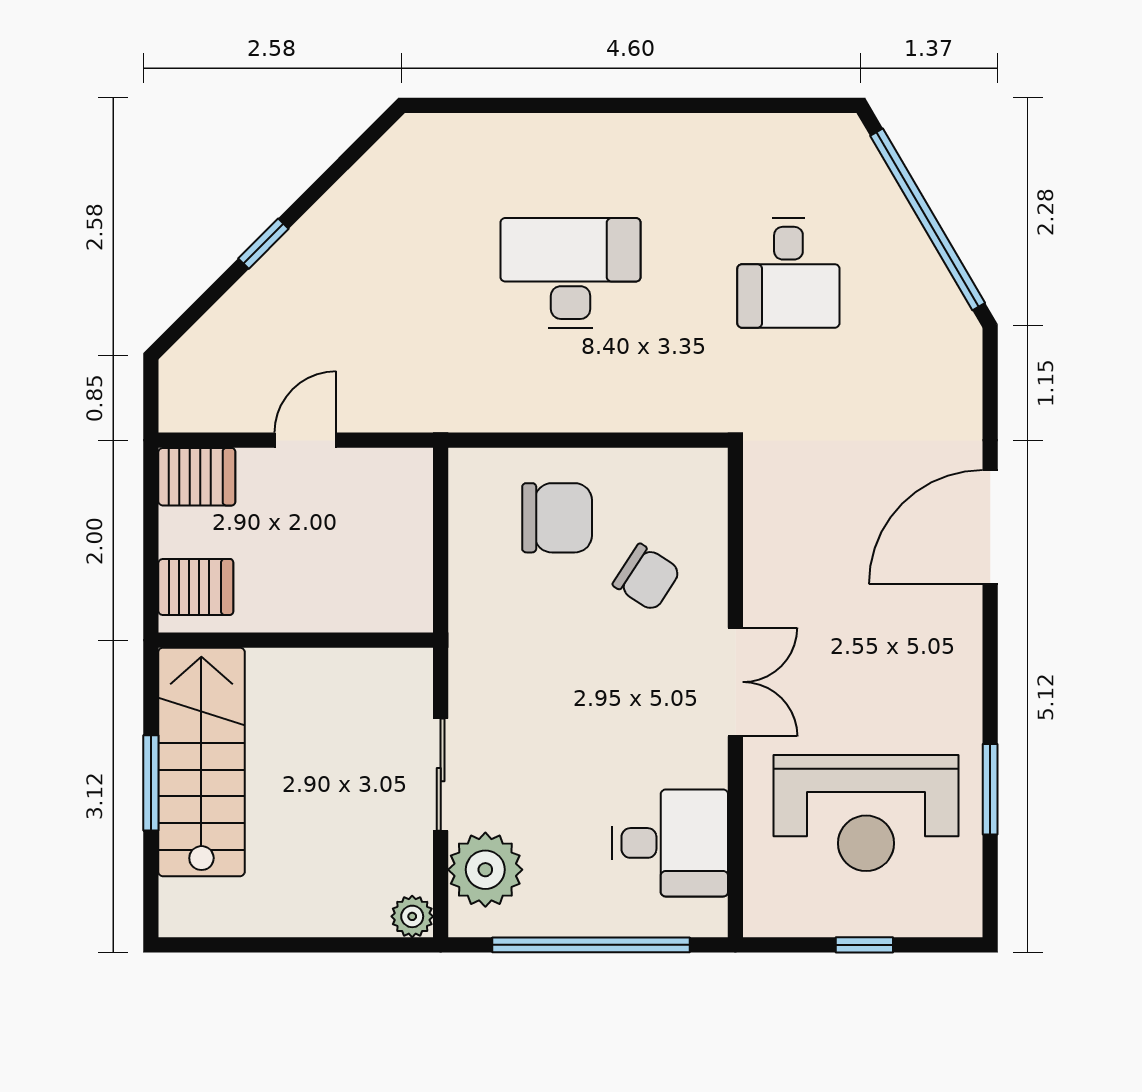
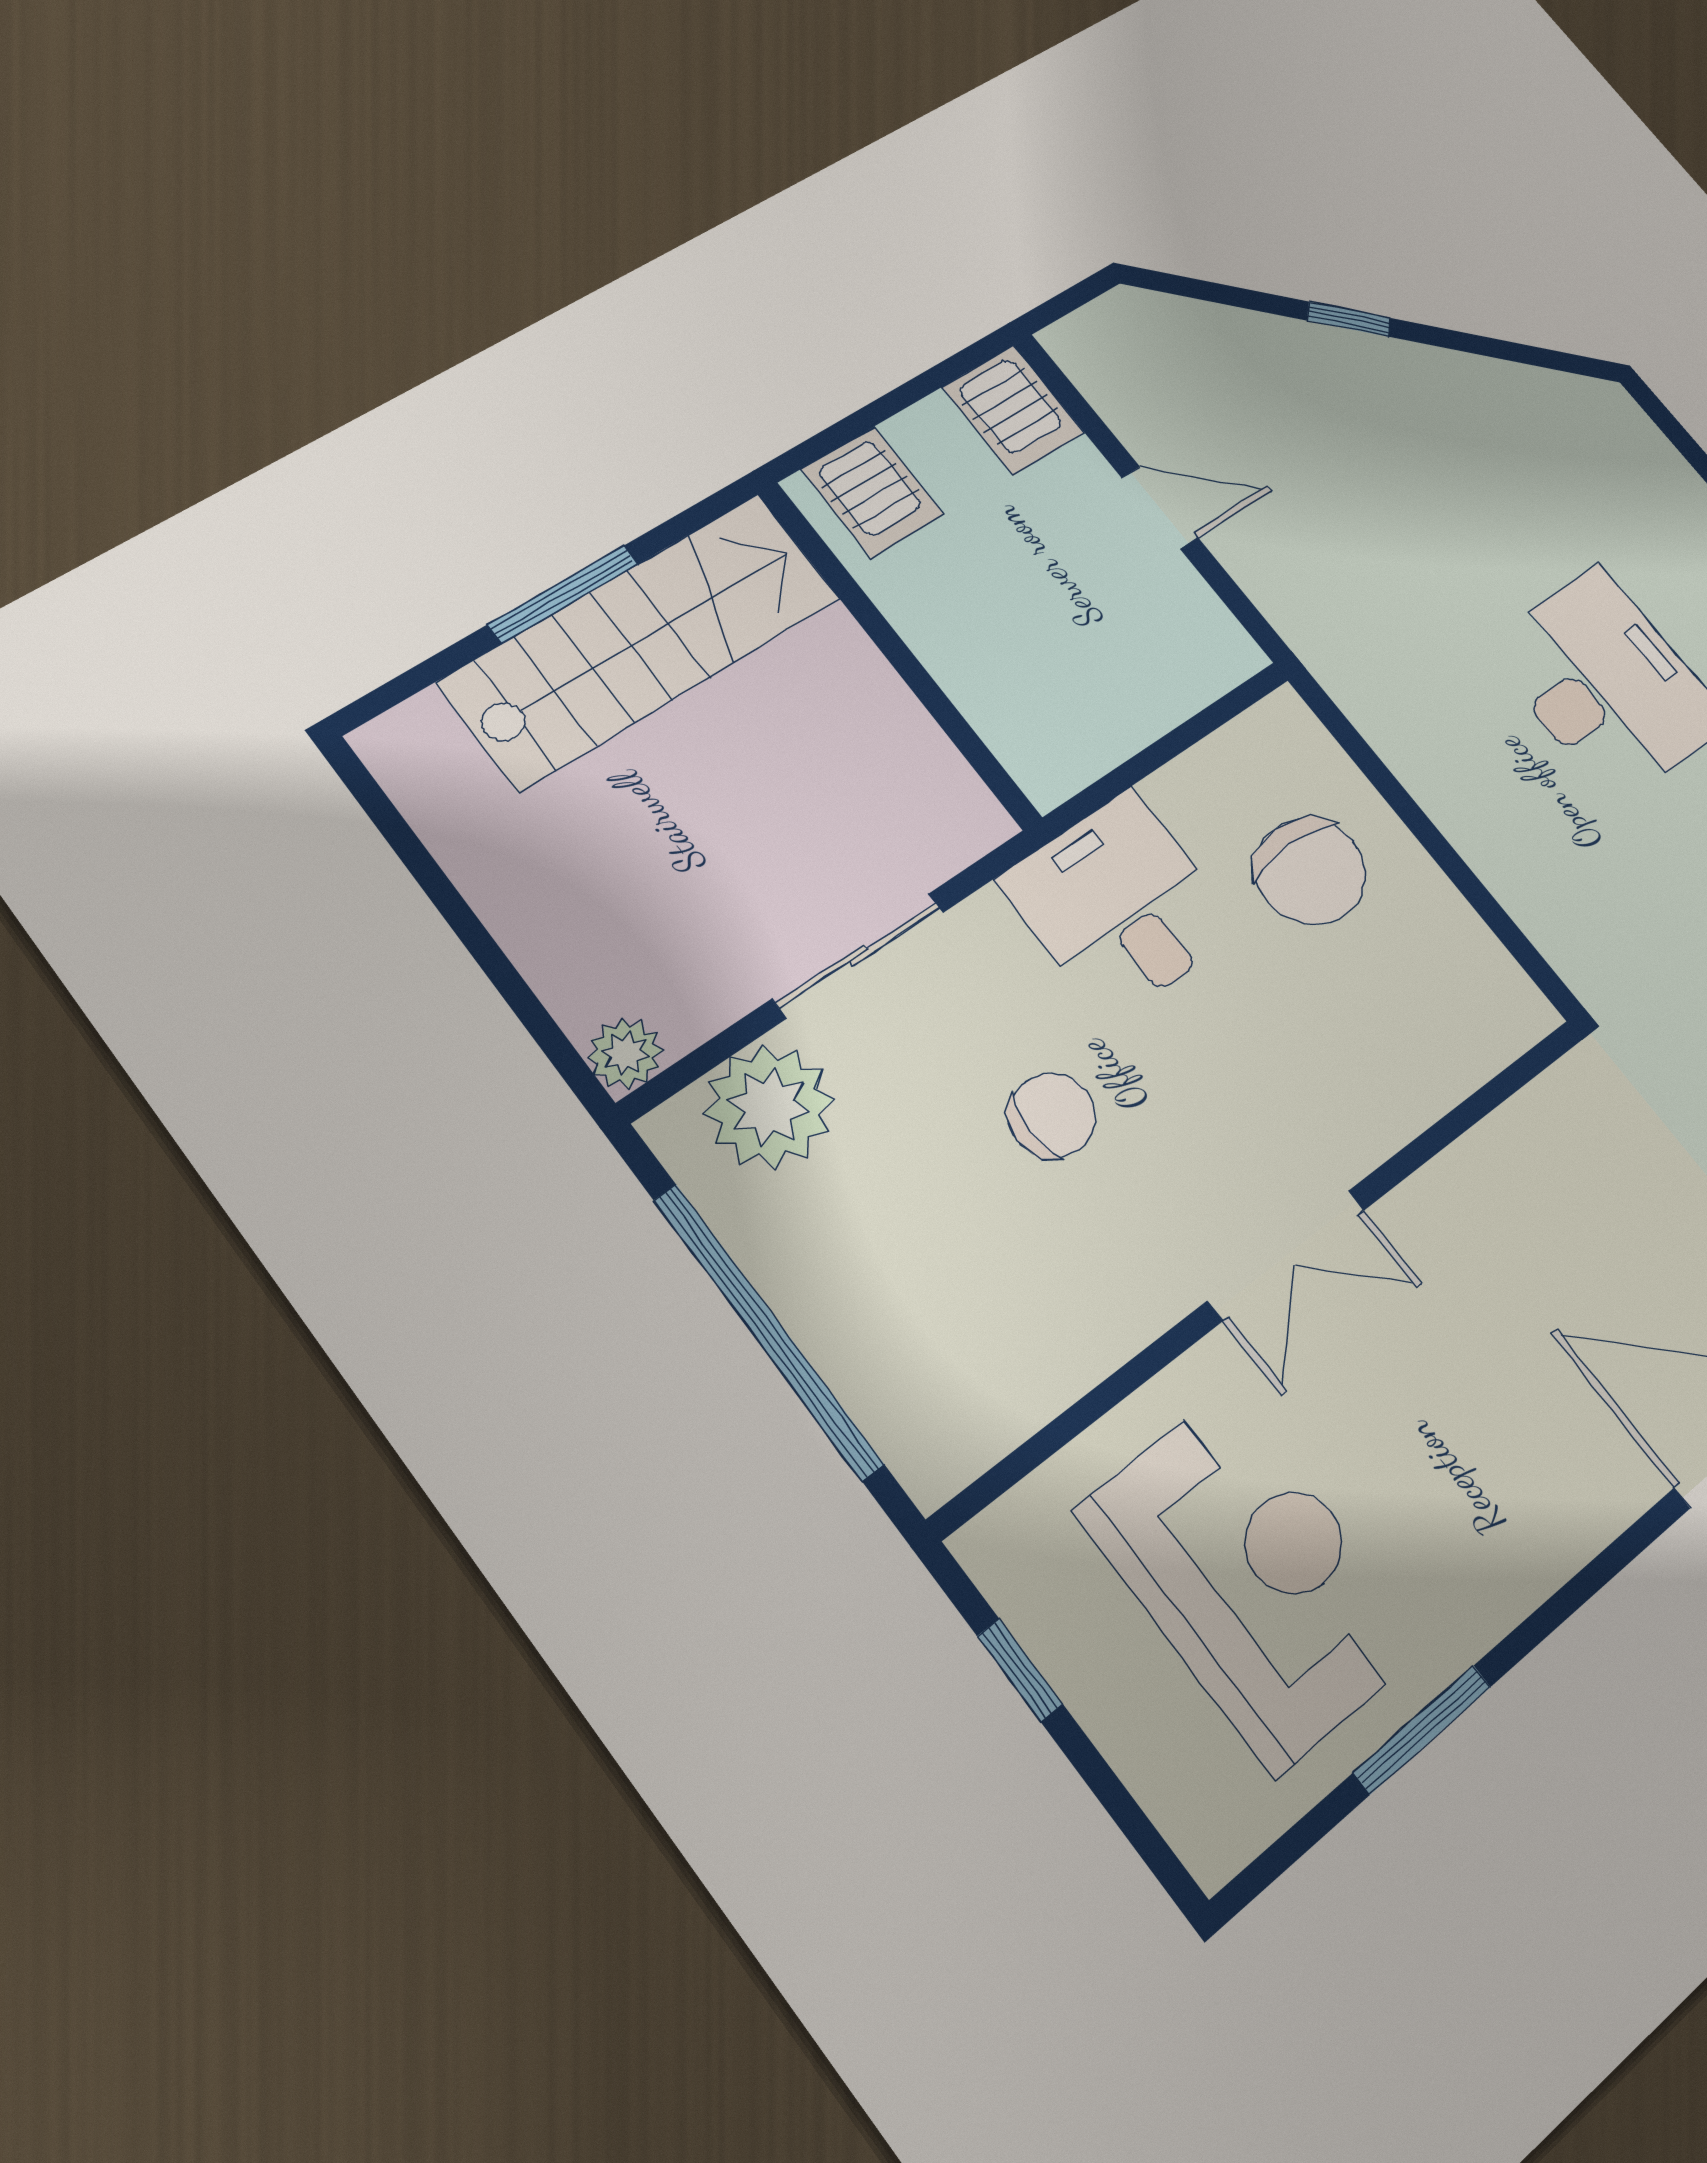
chair: (647, 577) -> (1052, 1116), moved, turned -123
reception desk: (866, 813) -> (1252, 1577), turned 180
desk: (670, 843) -> (1120, 905), moved, turned 180
window: (864, 945) -> (1020, 1670), moved

